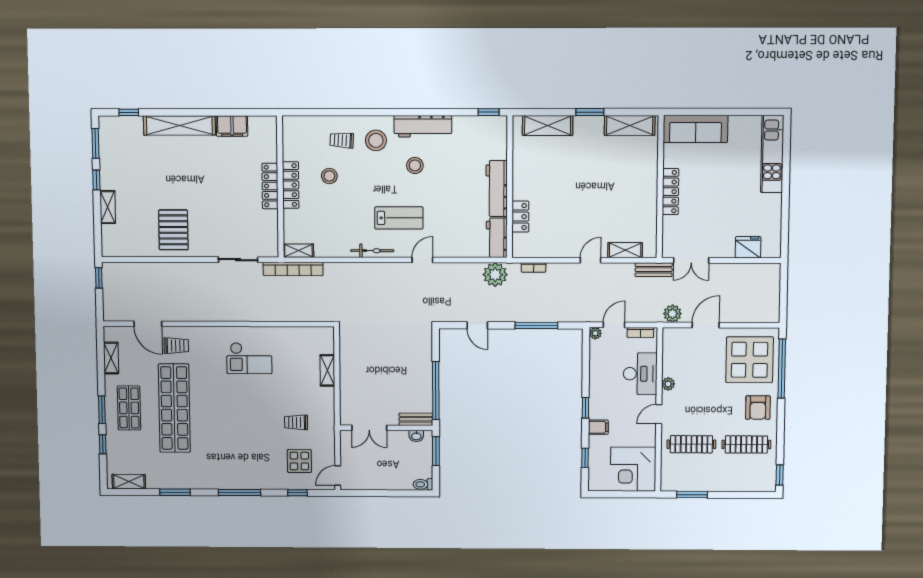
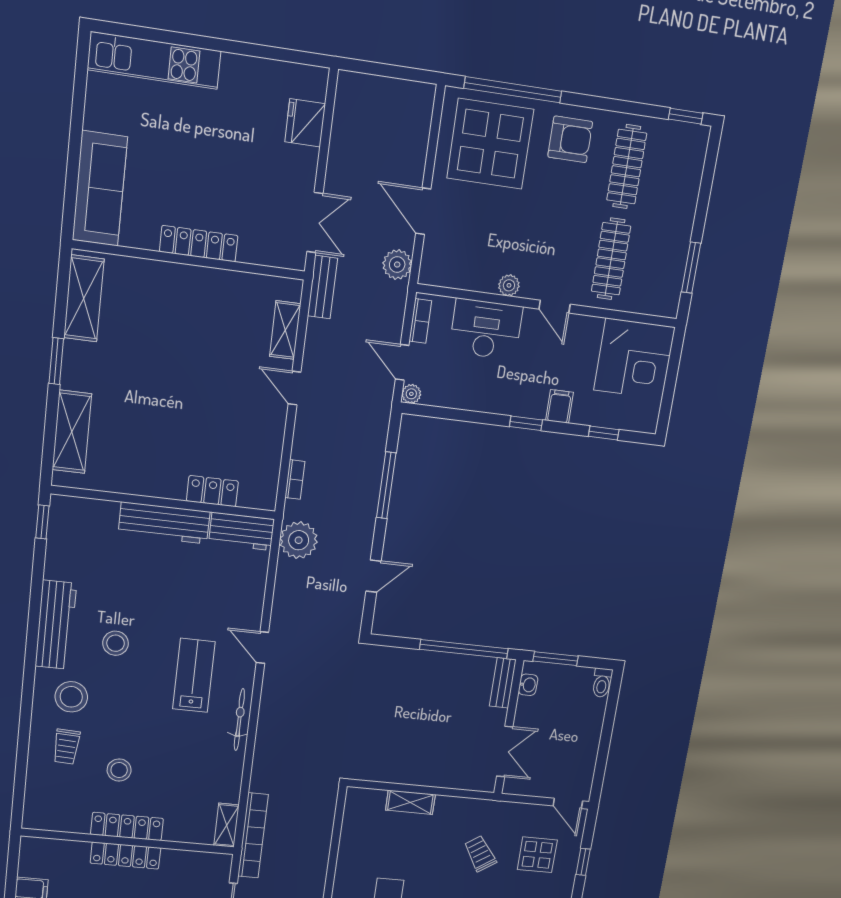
trolley: (296, 422) -> (480, 854), turned 146

